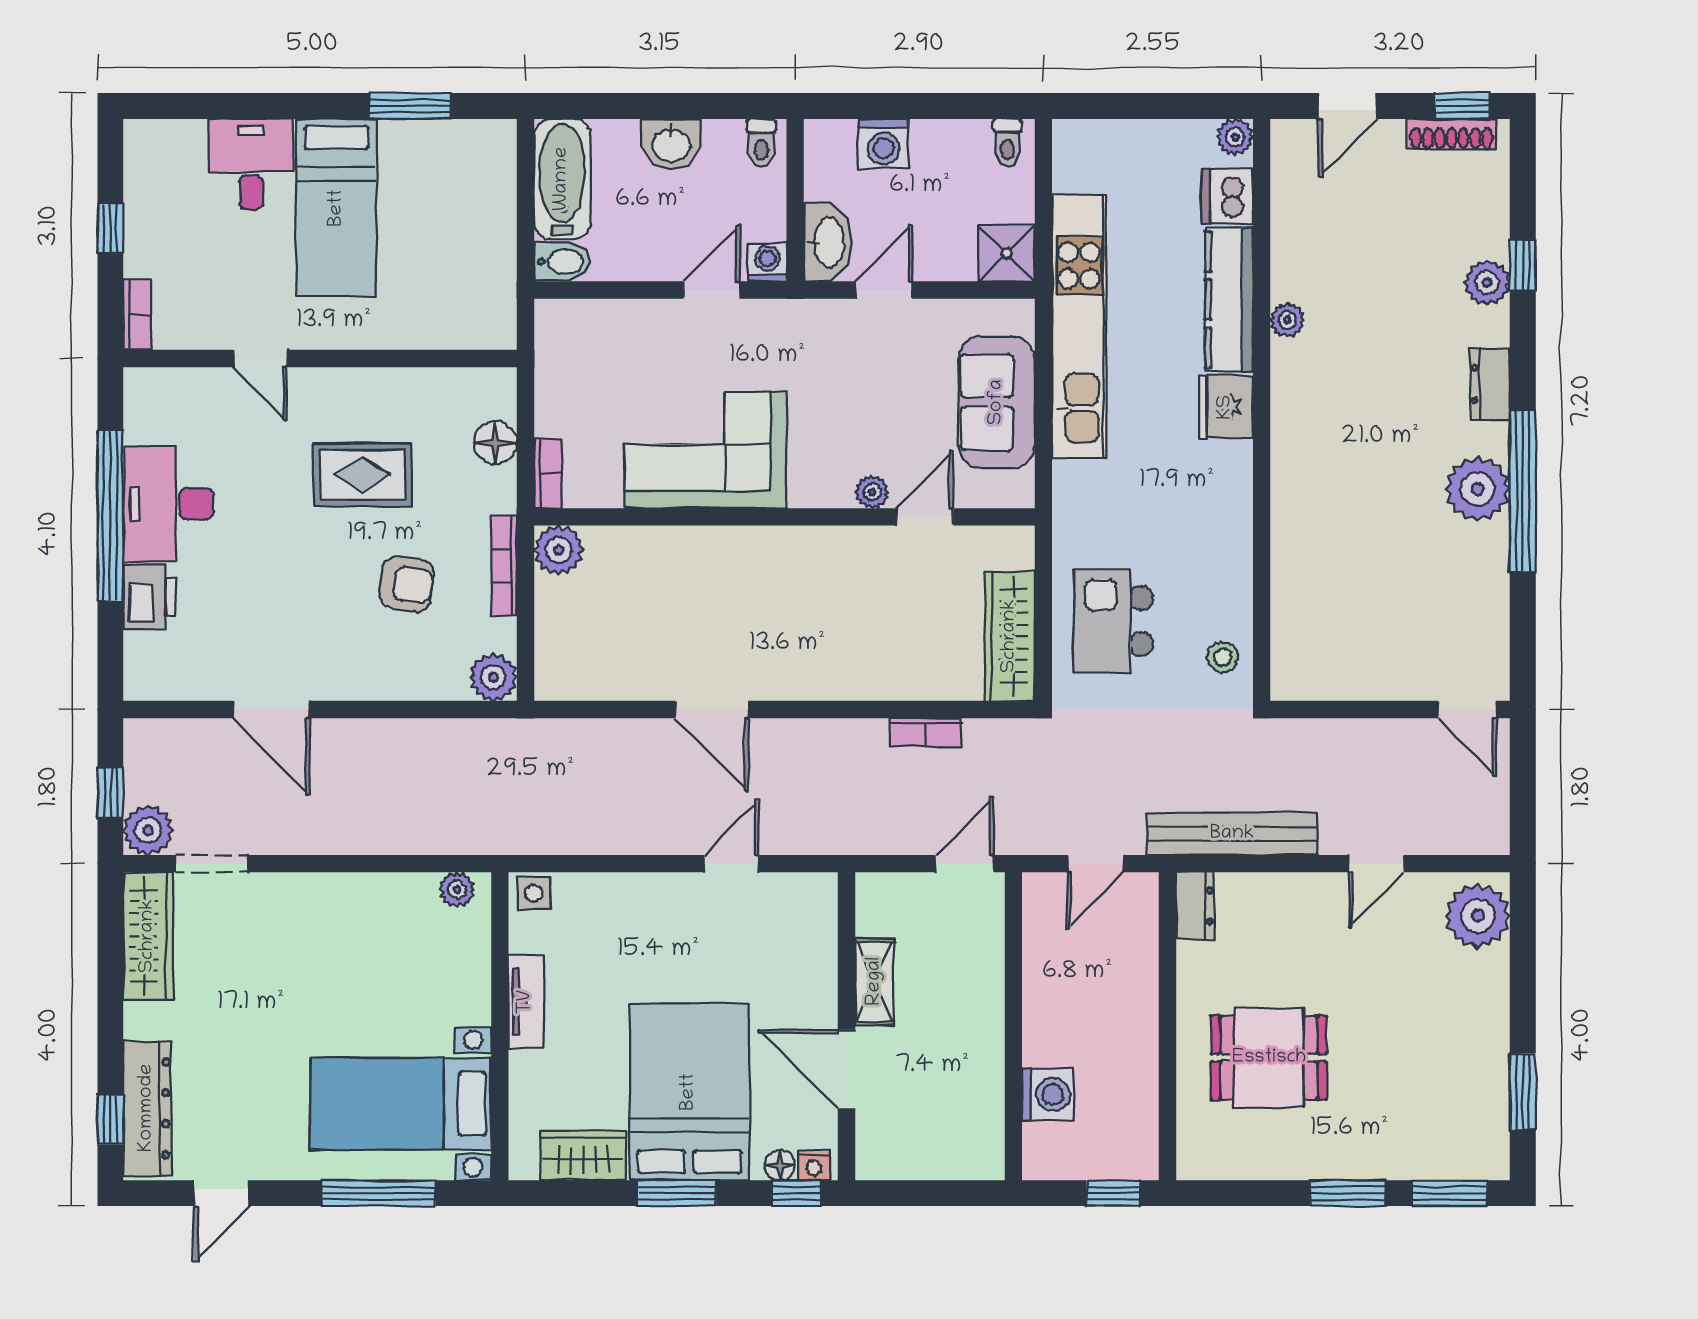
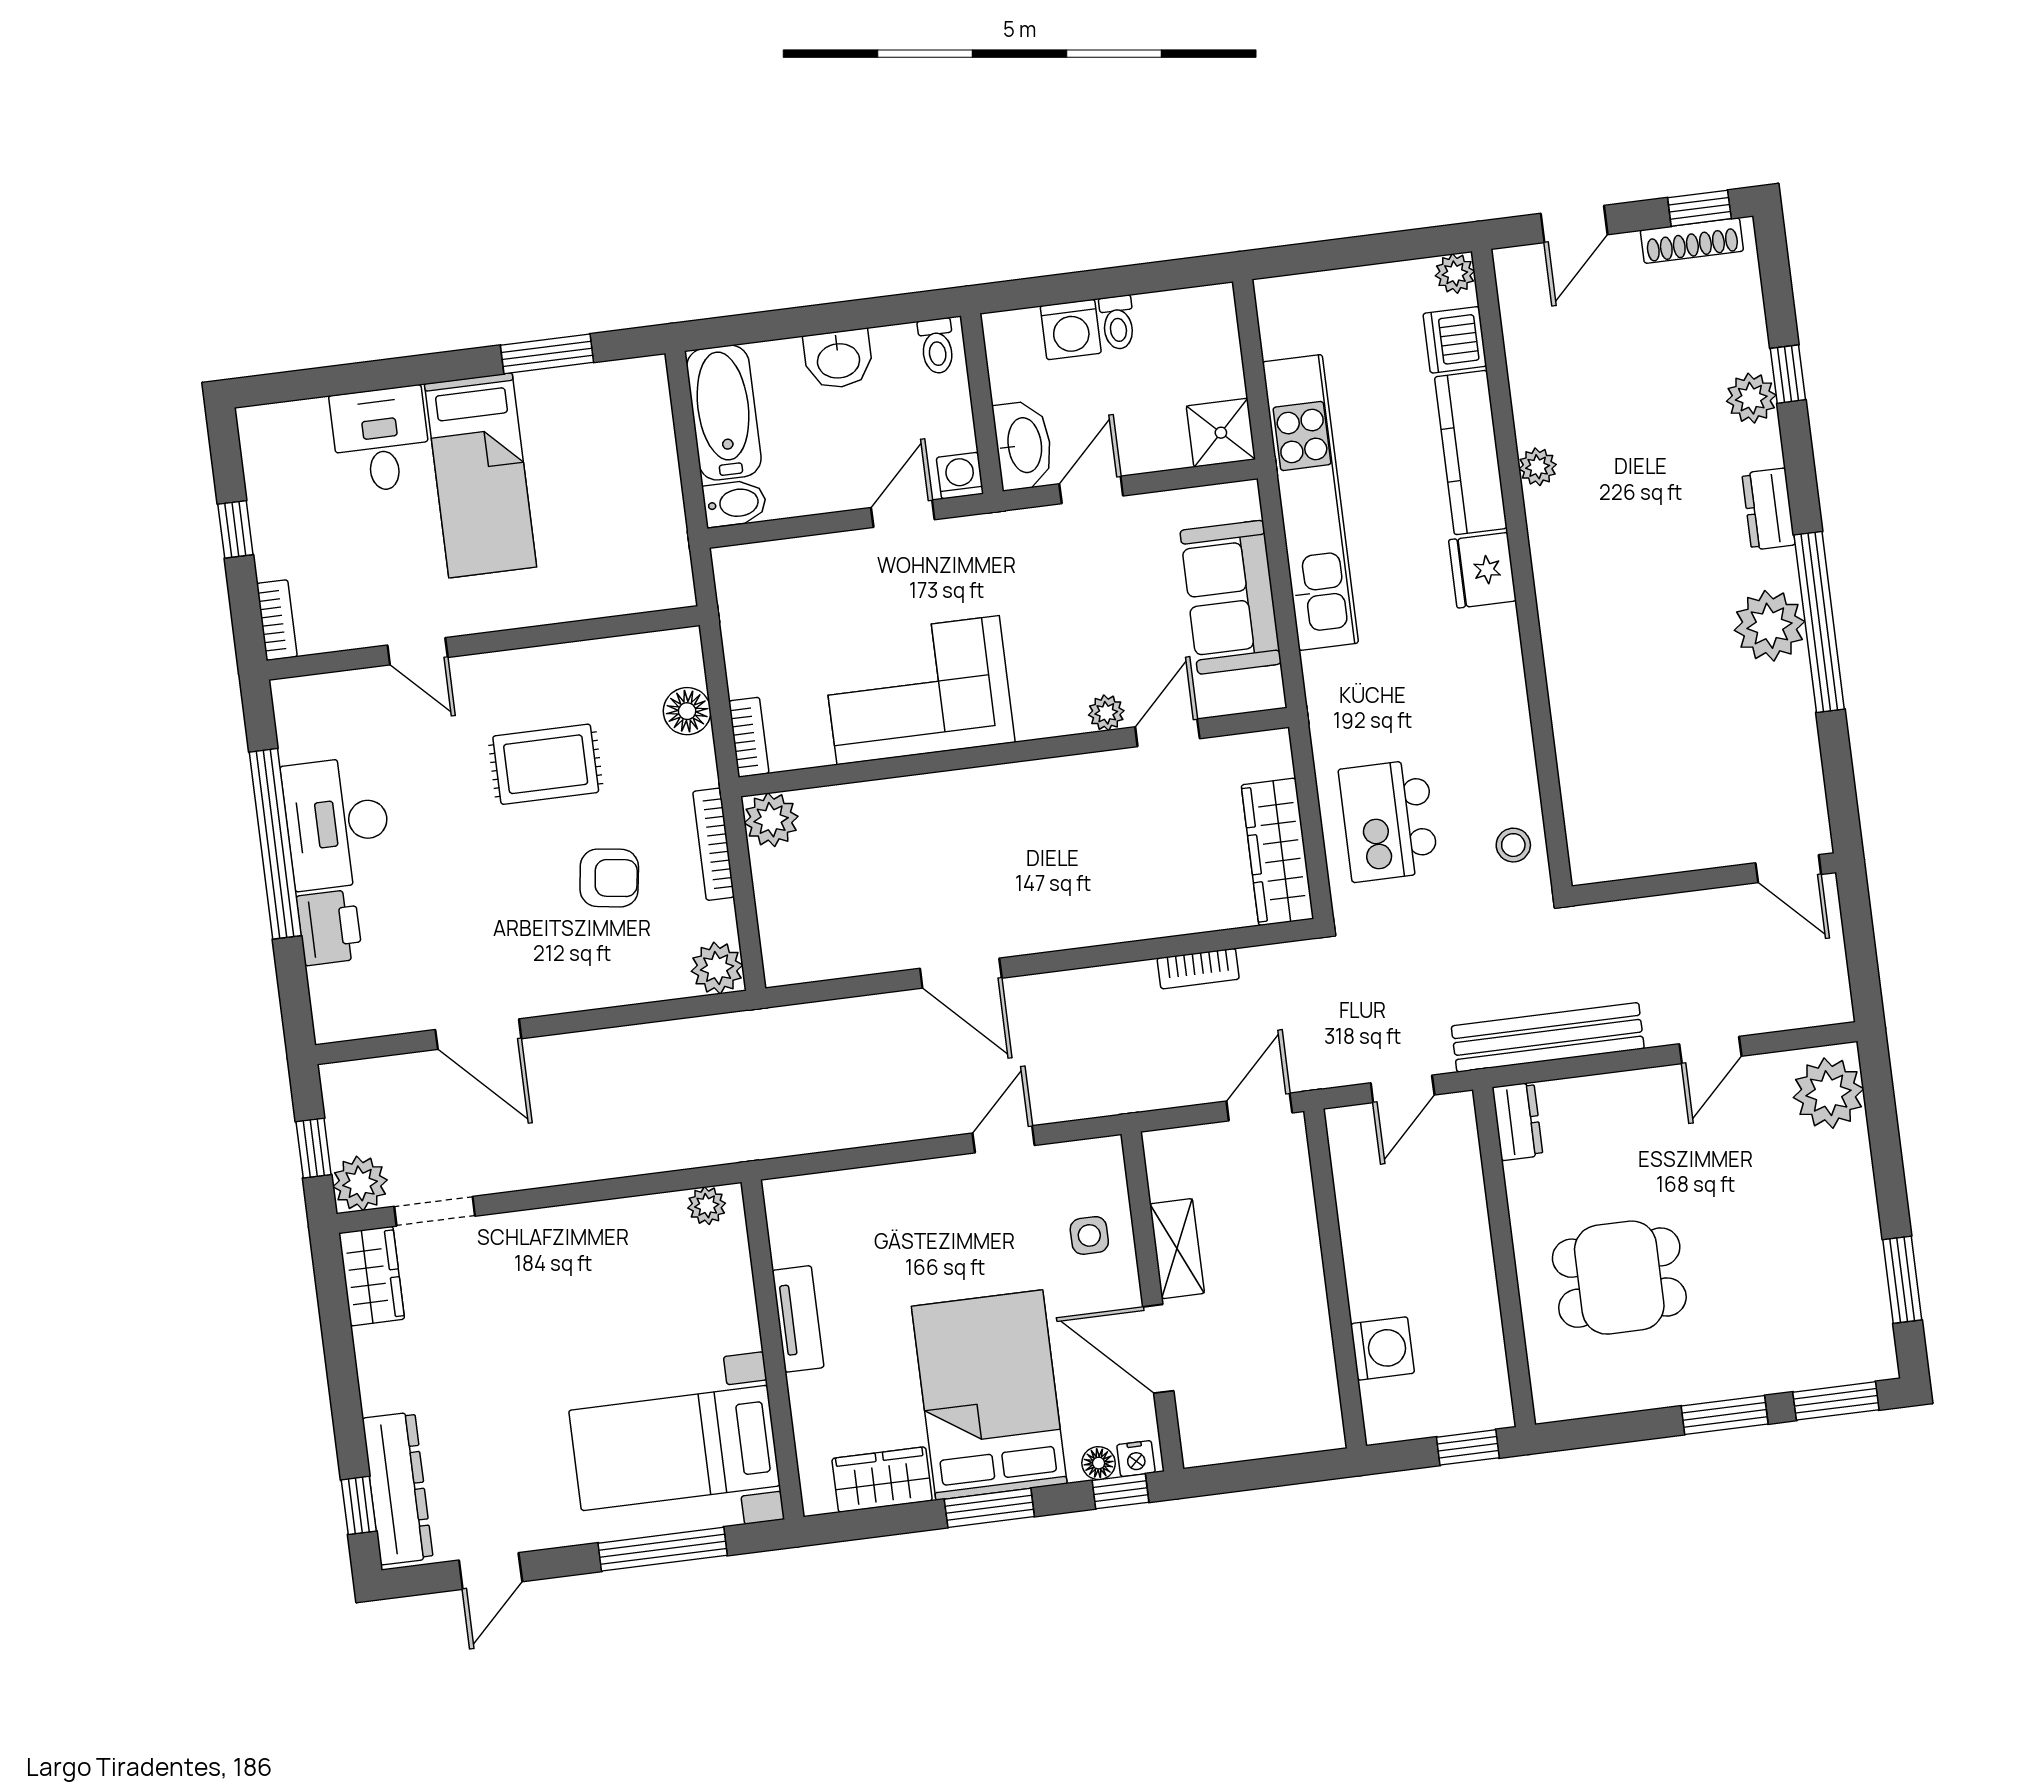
toilet: (1007, 143) -> (1118, 323), moved
side table: (534, 893) -> (1089, 1235), moved
wardrobe: (148, 936) -> (372, 1276), width x0.67

